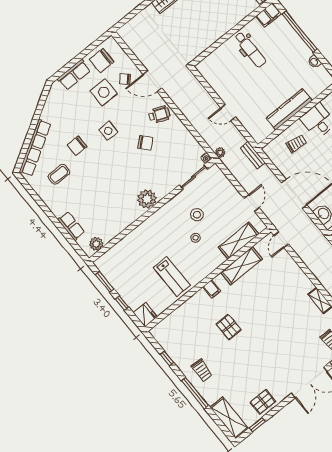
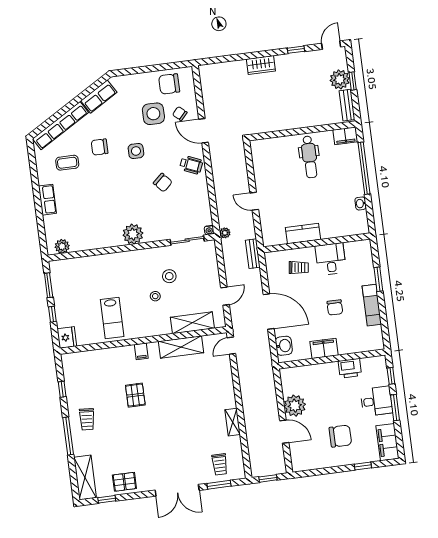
row of seats: (74, 75) -> (99, 97), moved, turned -31
kitchen counter: (289, 109) -> (303, 233), width x0.67
row of seats: (71, 226) -> (47, 200), moved

